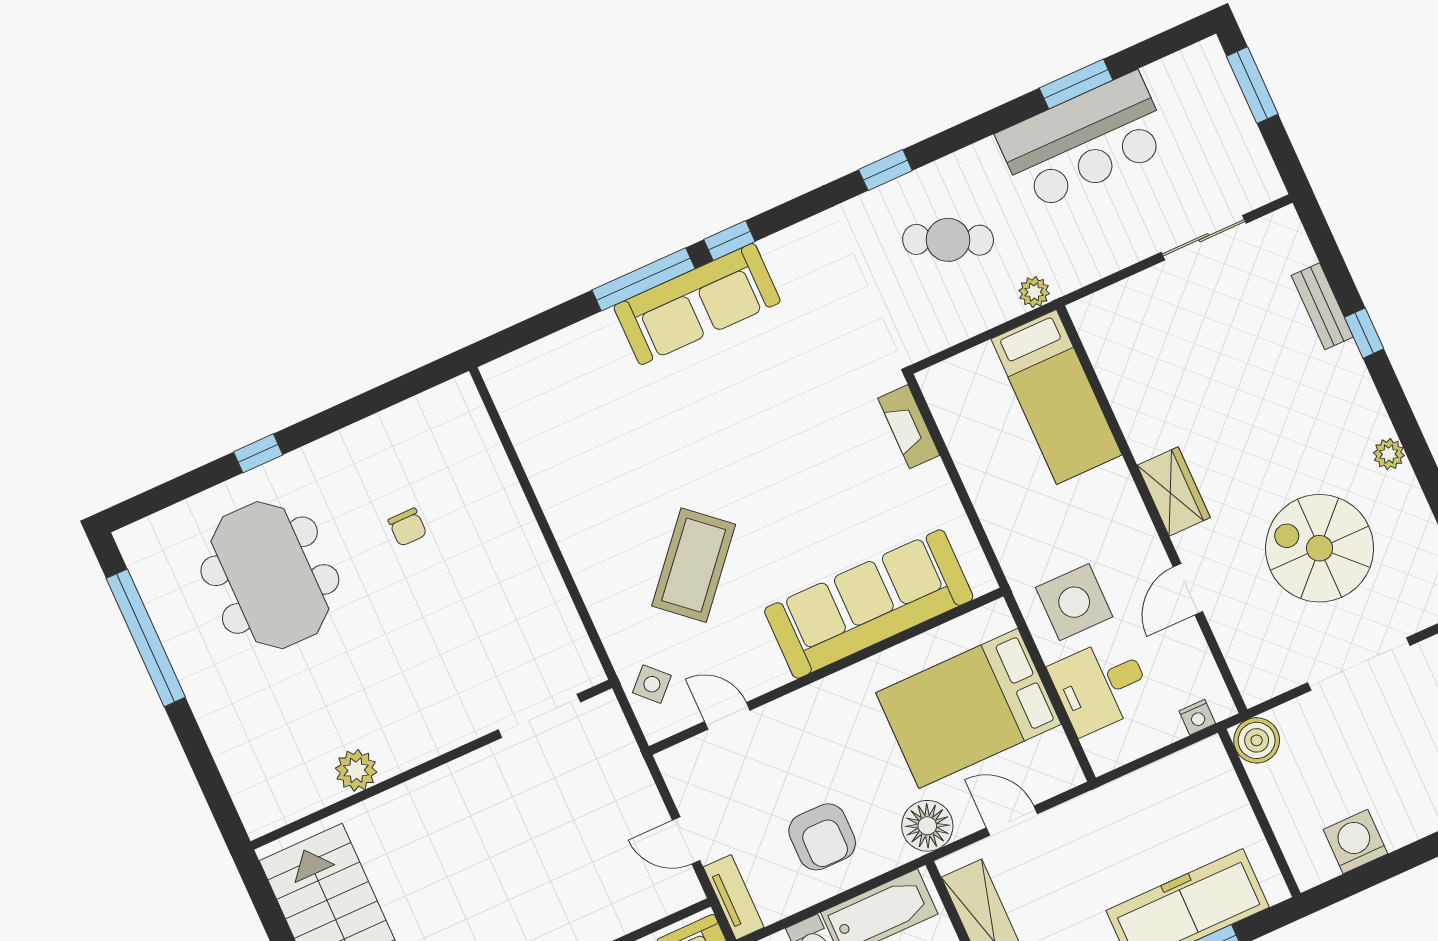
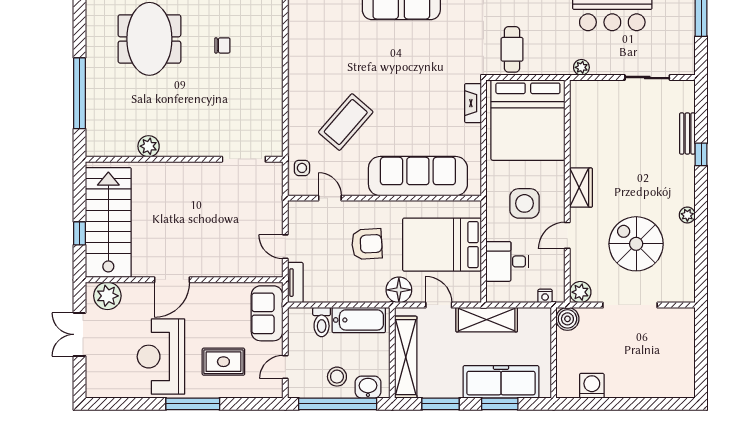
cafe table: (948, 240) -> (512, 49), moved, turned 65
plant: (1034, 292) -> (581, 67), moved
bed: (1057, 397) -> (528, 120), width x2.04
chair: (407, 527) -> (222, 45), turned -90
side table: (1074, 602) -> (524, 203), moved
window: (146, 638) -> (80, 93), moved
plant: (1258, 681) -> (580, 292), added
side table: (652, 684) -> (302, 168), turned 45
shelving: (1111, 808) -> (487, 320), added
armchair: (822, 837) -> (367, 244), moved, turned -93

